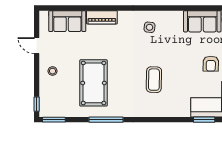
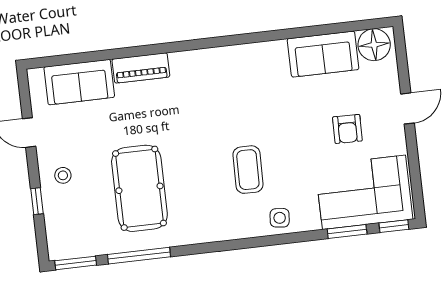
side table: (150, 27) -> (280, 218), moved
window: (37, 104) -> (37, 201), moved
window: (106, 120) -> (139, 256), moved

